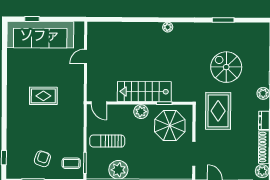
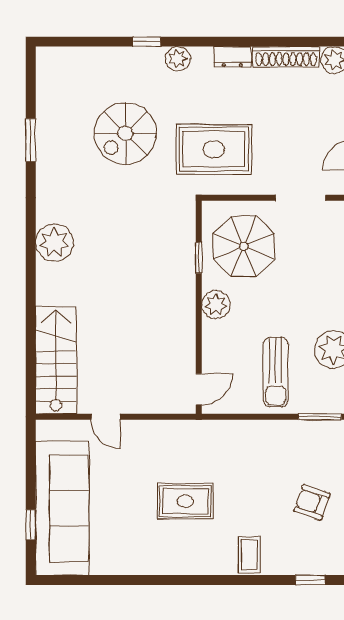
plant: (168, 27) -> (54, 243), width x1.87, depth x1.87
stairs: (144, 92) -> (56, 360), moved, turned 180
rug: (43, 96) -> (185, 501), turned 90
coffee table: (71, 163) -> (249, 555), moved

